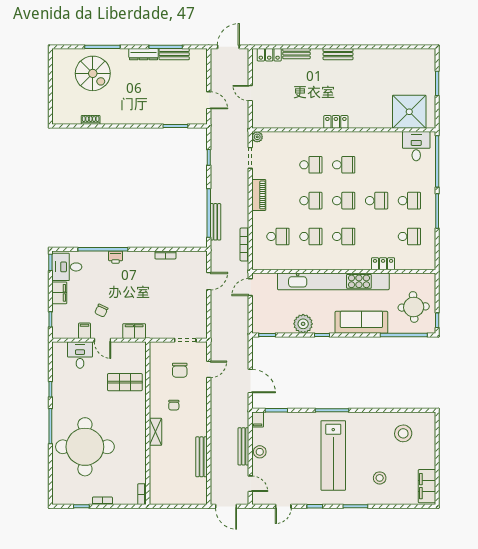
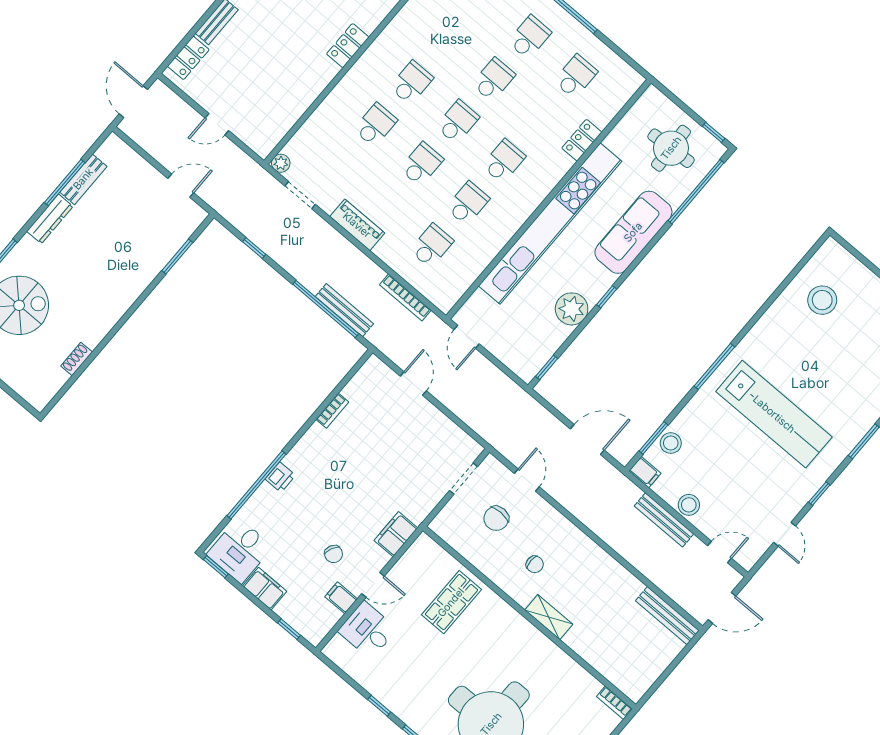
chair: (180, 370) -> (496, 518), turned 90
bench: (202, 457) -> (667, 616), moved
stool: (380, 478) -> (671, 443), moved

